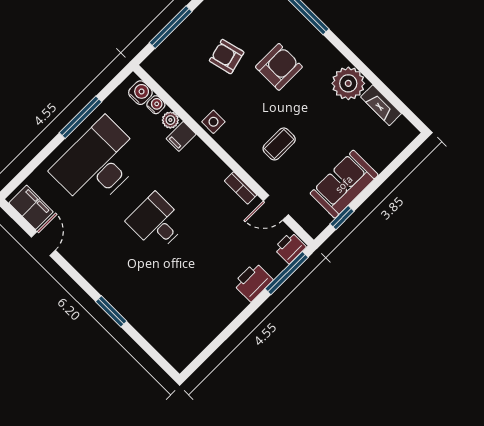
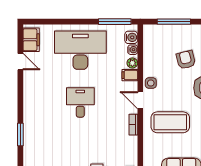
window: (81, 117) -> (115, 22), moved
coffee table: (279, 144) -> (170, 122), width x1.86, depth x1.72
door: (276, 208) -> (140, 100), moved
door: (43, 244) -> (20, 62), hinge flipped
window: (111, 311) -> (20, 134), moved

